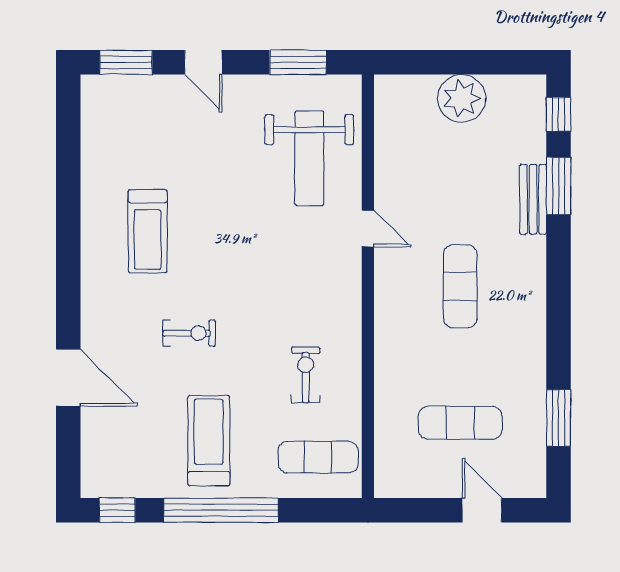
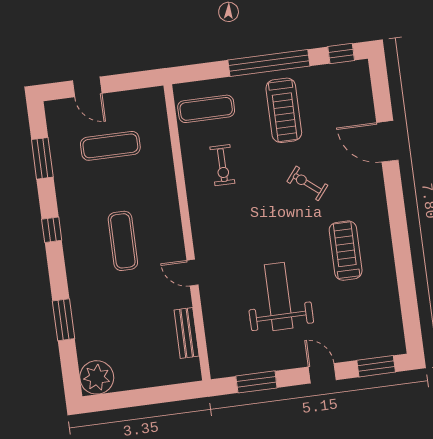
plant: (462, 98) -> (97, 377), moved
window: (559, 114) -> (52, 230), moved
weight bench: (309, 158) -> (279, 296), moved
bench: (533, 199) -> (187, 333), moved
exercise bike: (189, 333) -> (307, 183), turned 39

